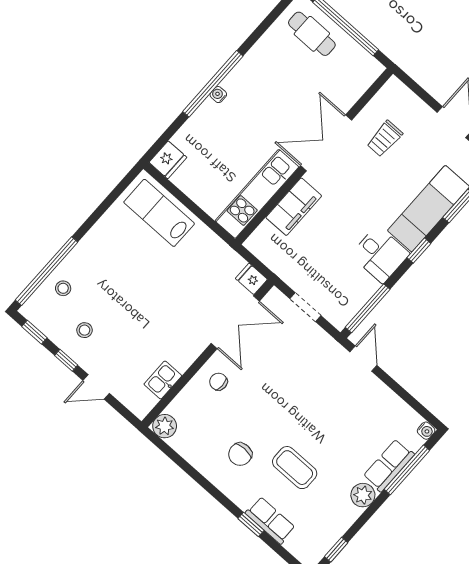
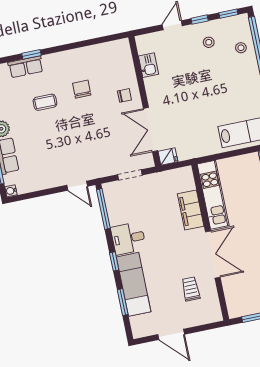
plant: (165, 426) -> (122, 47), removed
chair: (240, 454) -> (82, 89), moved
coffee table: (295, 468) -> (45, 102), width x0.73, depth x0.77

